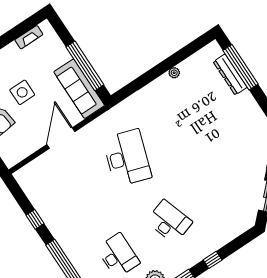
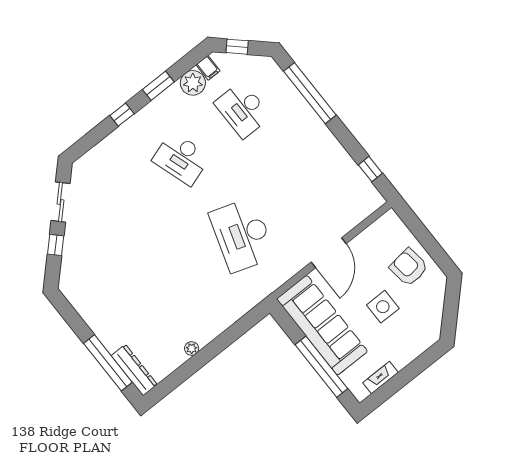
window: (85, 66) -> (321, 367), moved
dresser: (230, 75) -> (134, 370), moved
sofa: (79, 89) -> (322, 325), width x1.36, depth x1.27
window: (35, 219) -> (370, 169), moved

